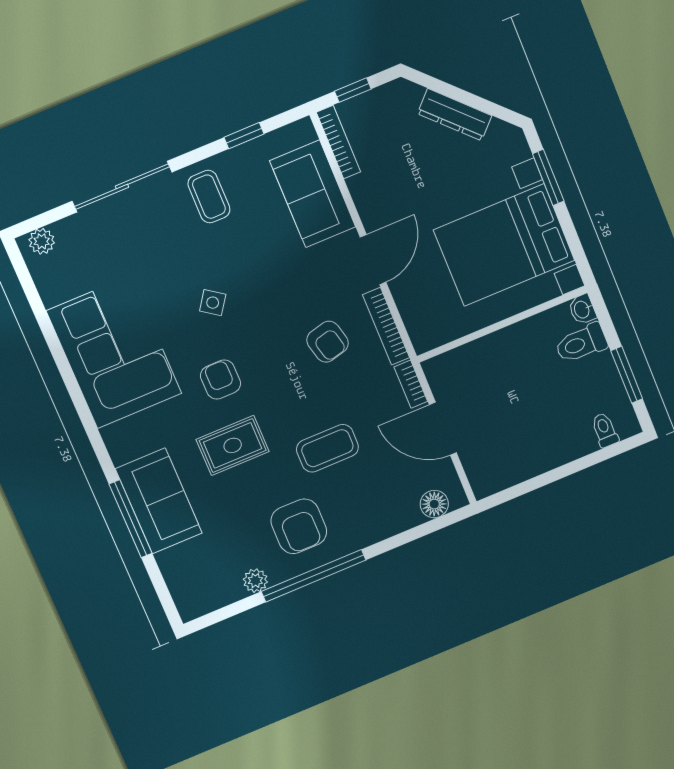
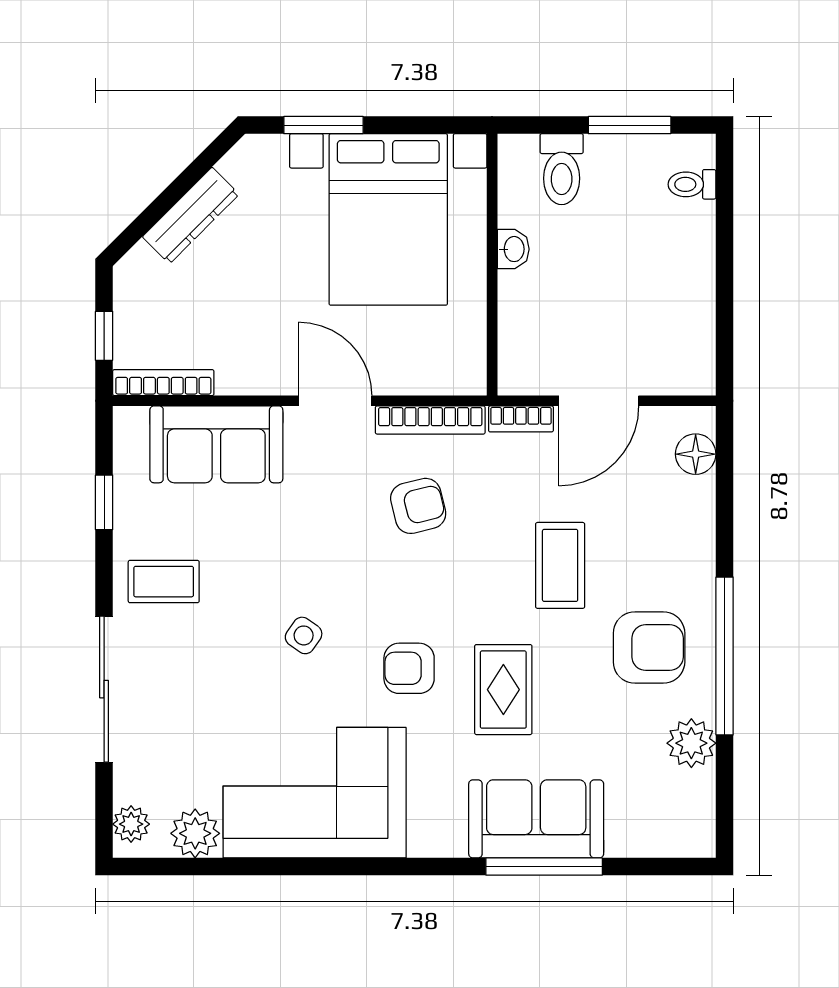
plant: (54, 286) -> (195, 833), added
washbasin: (582, 309) -> (513, 249), moved, turned -90
plant: (255, 581) -> (691, 743), width x1.38, depth x1.38

